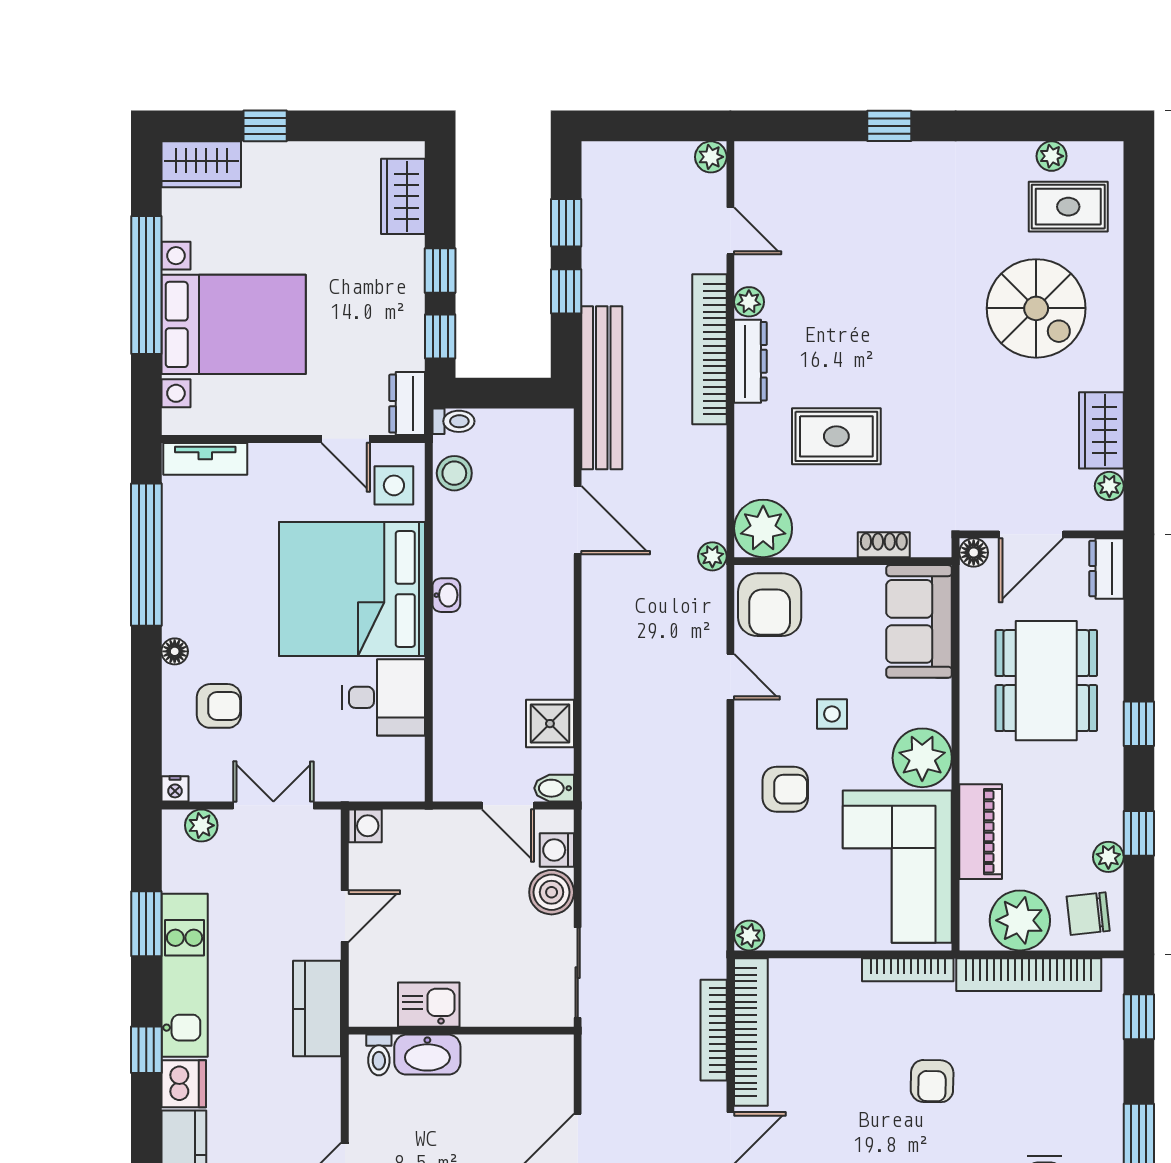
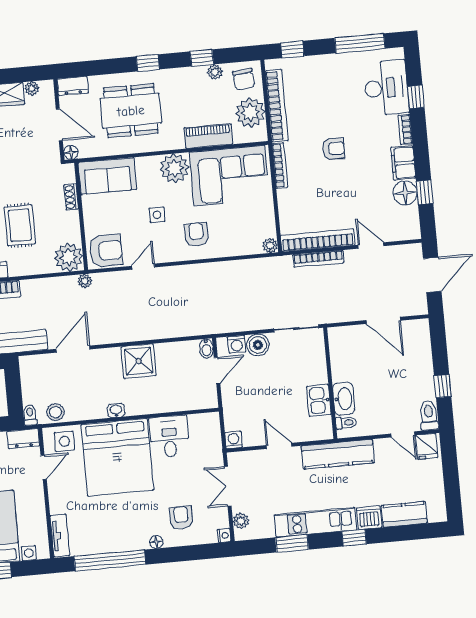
shower: (550, 724) -> (139, 361), moved, width x1.36, depth x1.36
kitchen counter: (317, 1009) -> (338, 454), width x1.50

